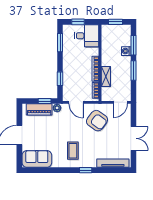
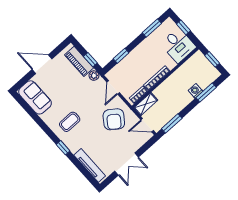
window: (133, 71) -> (172, 123), moved
shelving: (106, 76) -> (146, 104), moved

